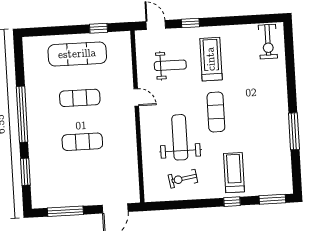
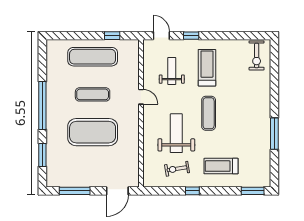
weight bench: (170, 65) -> (172, 71), turned -90
exercise mat: (82, 142) -> (93, 132), width x2.00, depth x1.45
treadmill: (234, 173) -> (221, 166), turned -90
window: (232, 202) -> (192, 191), moved

